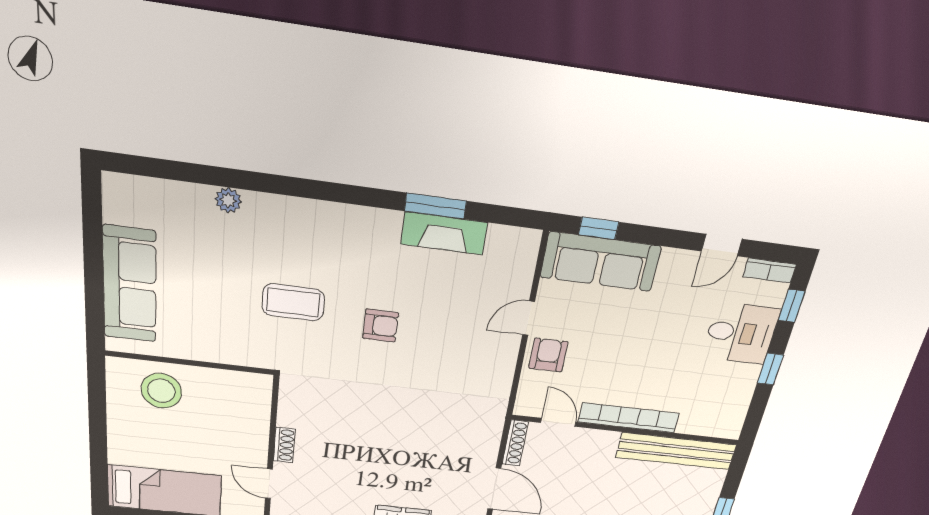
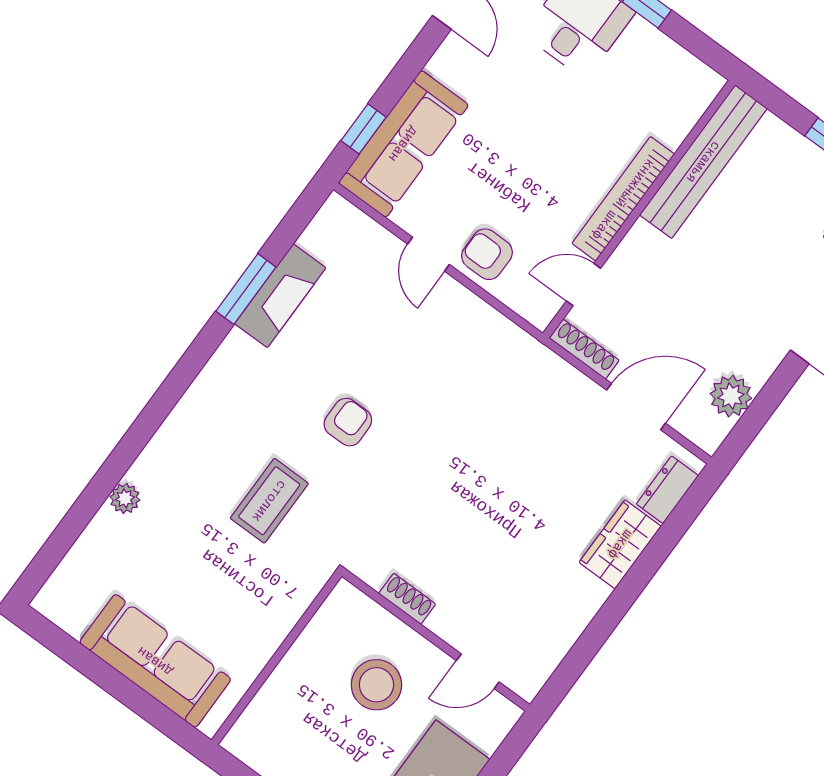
stool: (161, 391) -> (376, 685), moved
shoe rack: (284, 445) -> (407, 599), moved

